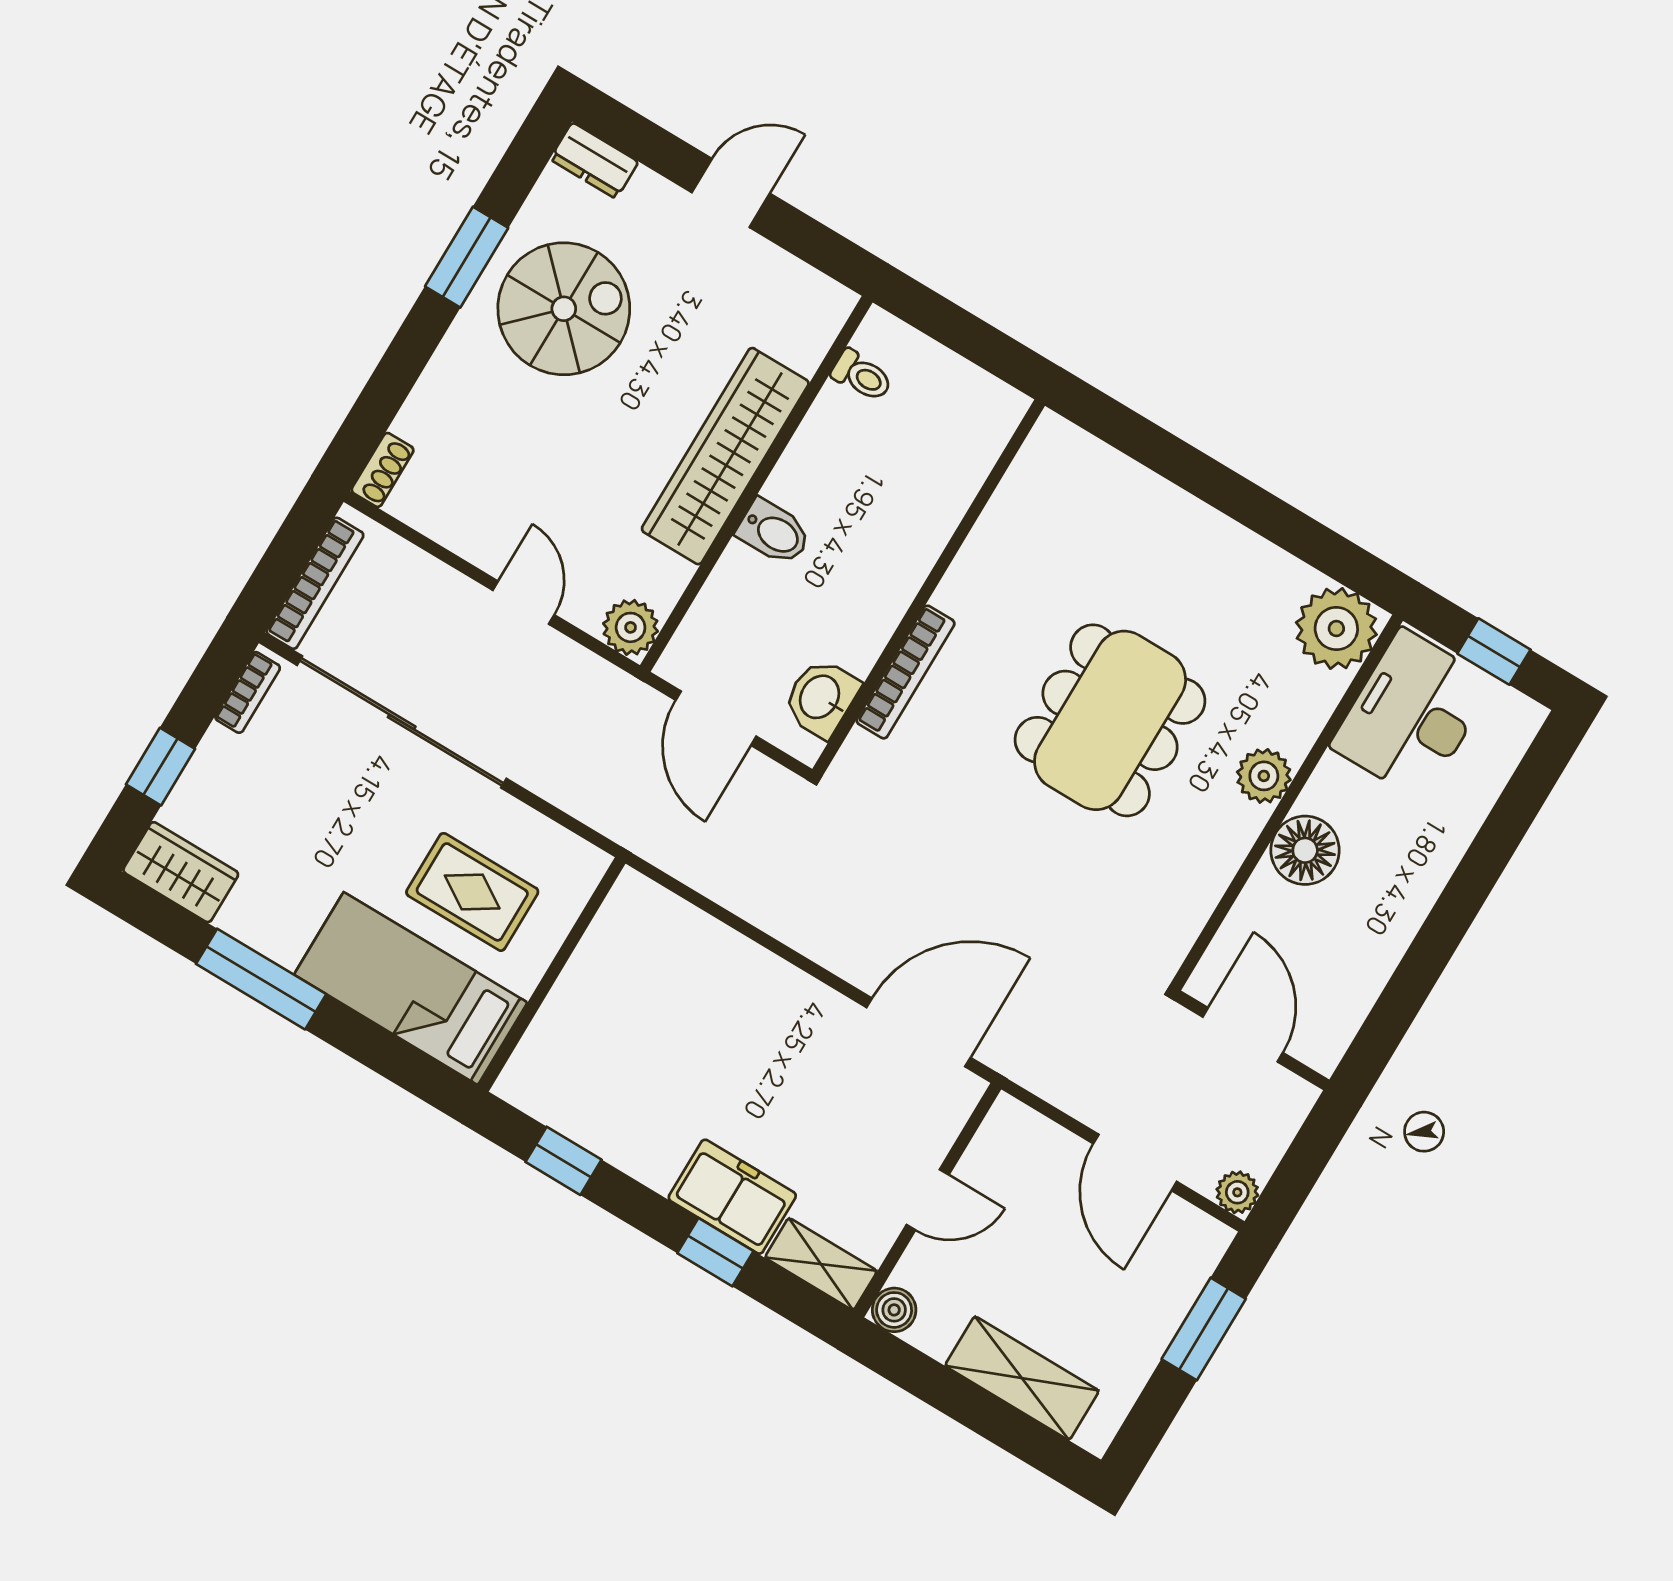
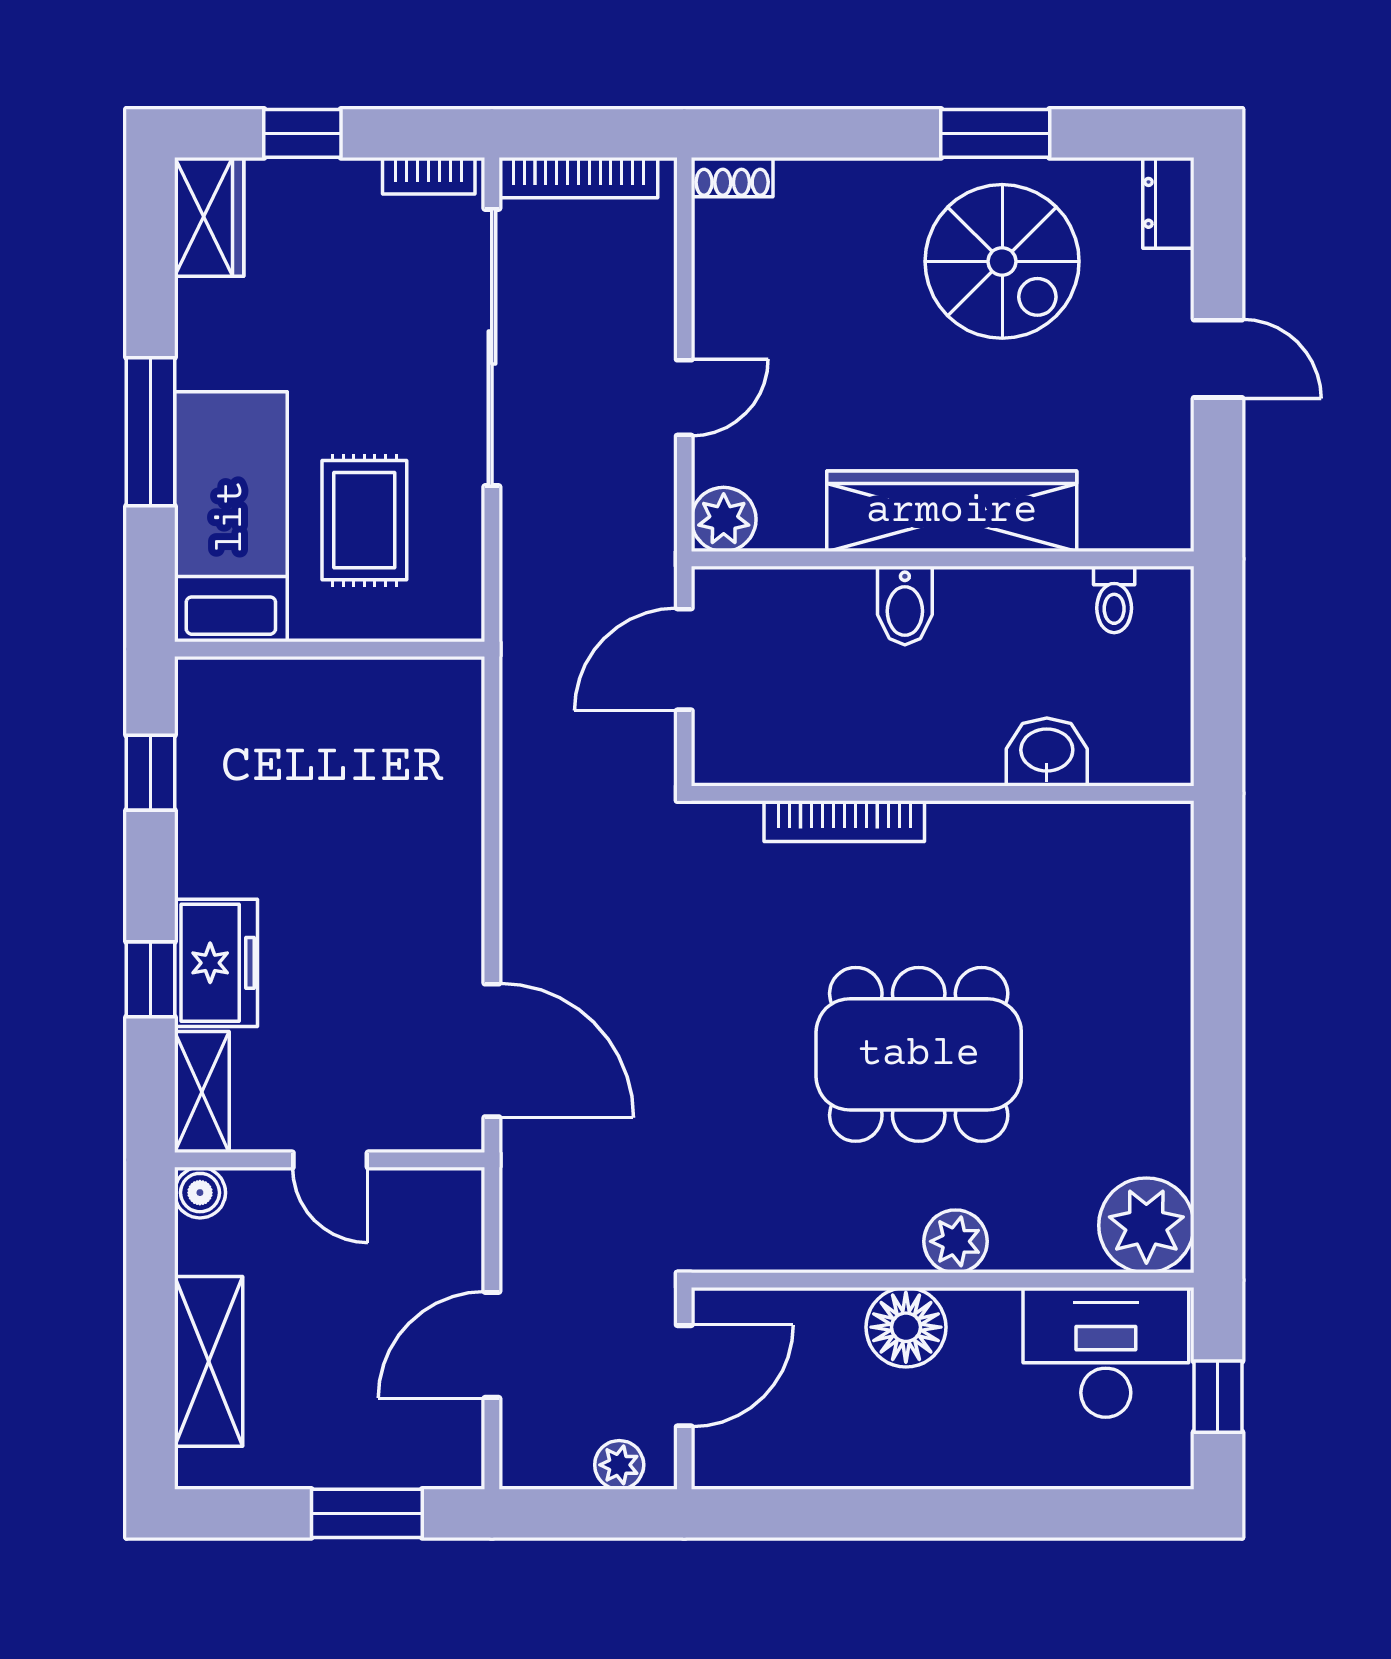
washbasin: (821, 698) -> (1047, 752), moved
window: (261, 979) -> (151, 432), moved
plant: (1237, 1192) -> (619, 1465), moved

